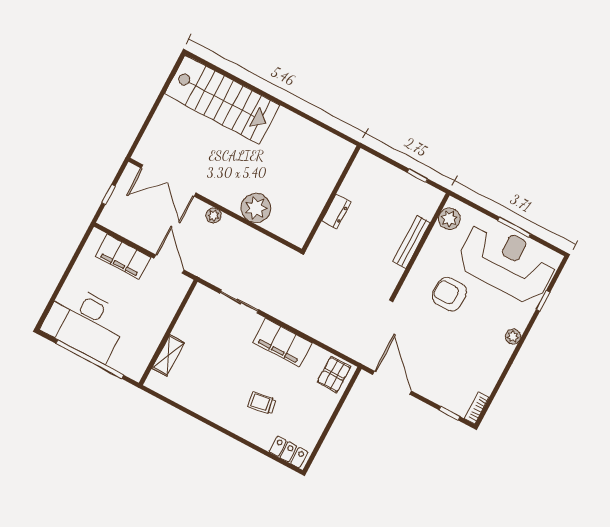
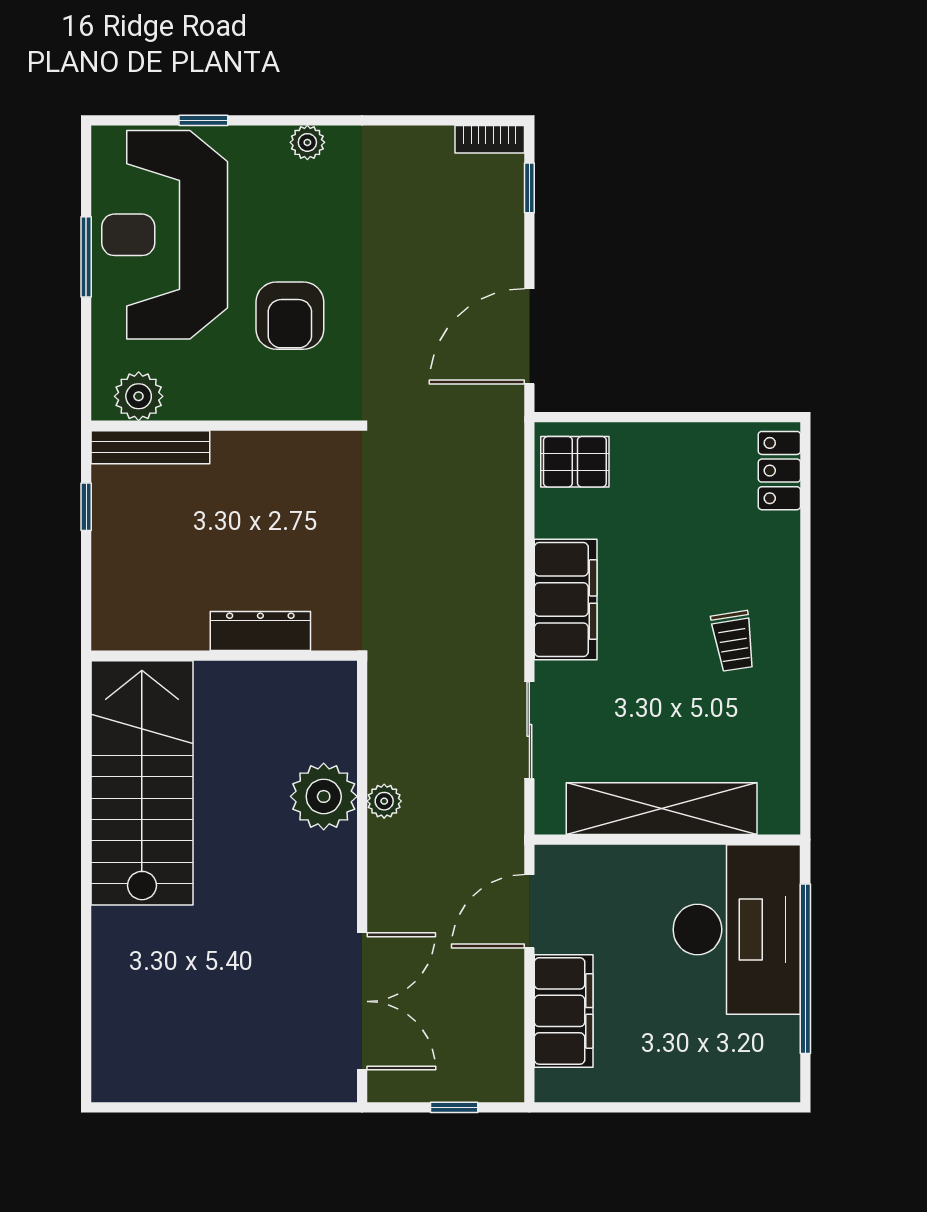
stairs: (222, 100) -> (142, 783), moved
dresser: (336, 212) -> (260, 631), width x1.44
plant: (213, 215) -> (384, 801), moved
bench: (412, 242) -> (150, 447), moved
desk: (85, 323) -> (737, 930), moved
shelving: (168, 355) -> (662, 809), width x2.20, depth x1.33
trolley: (262, 403) -> (733, 641), moved

